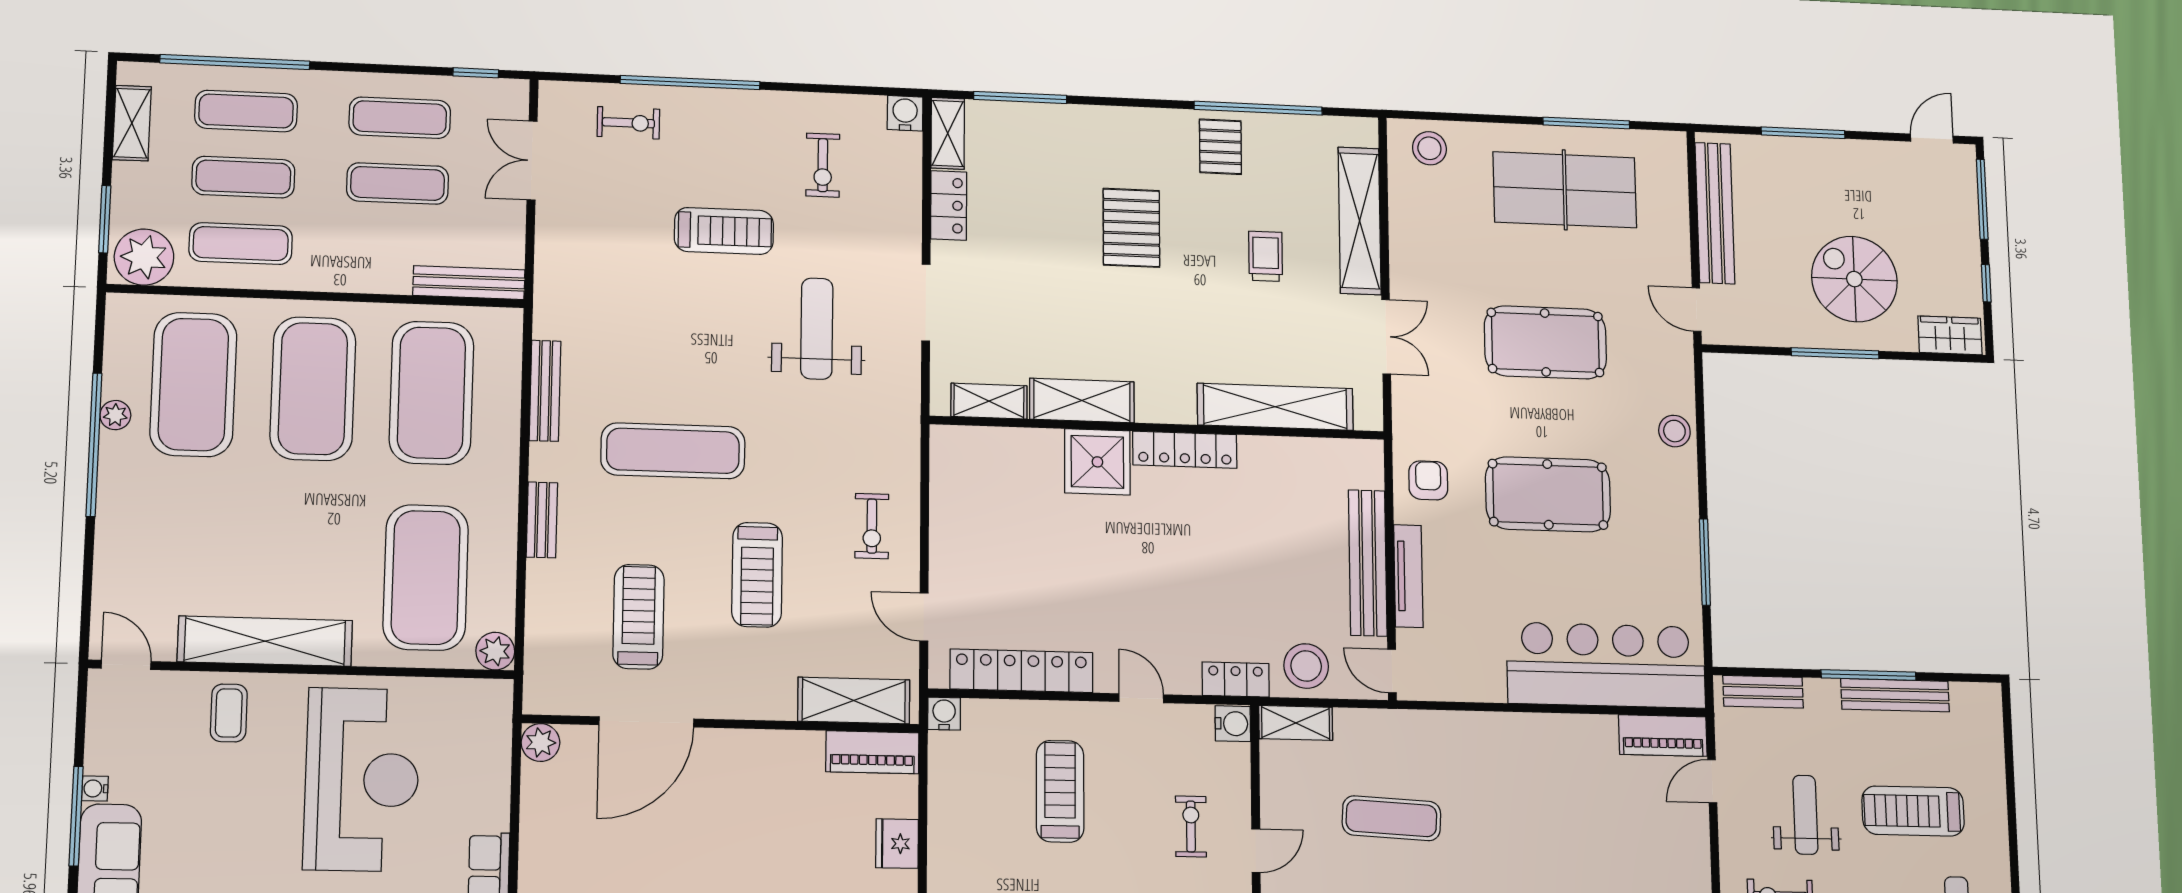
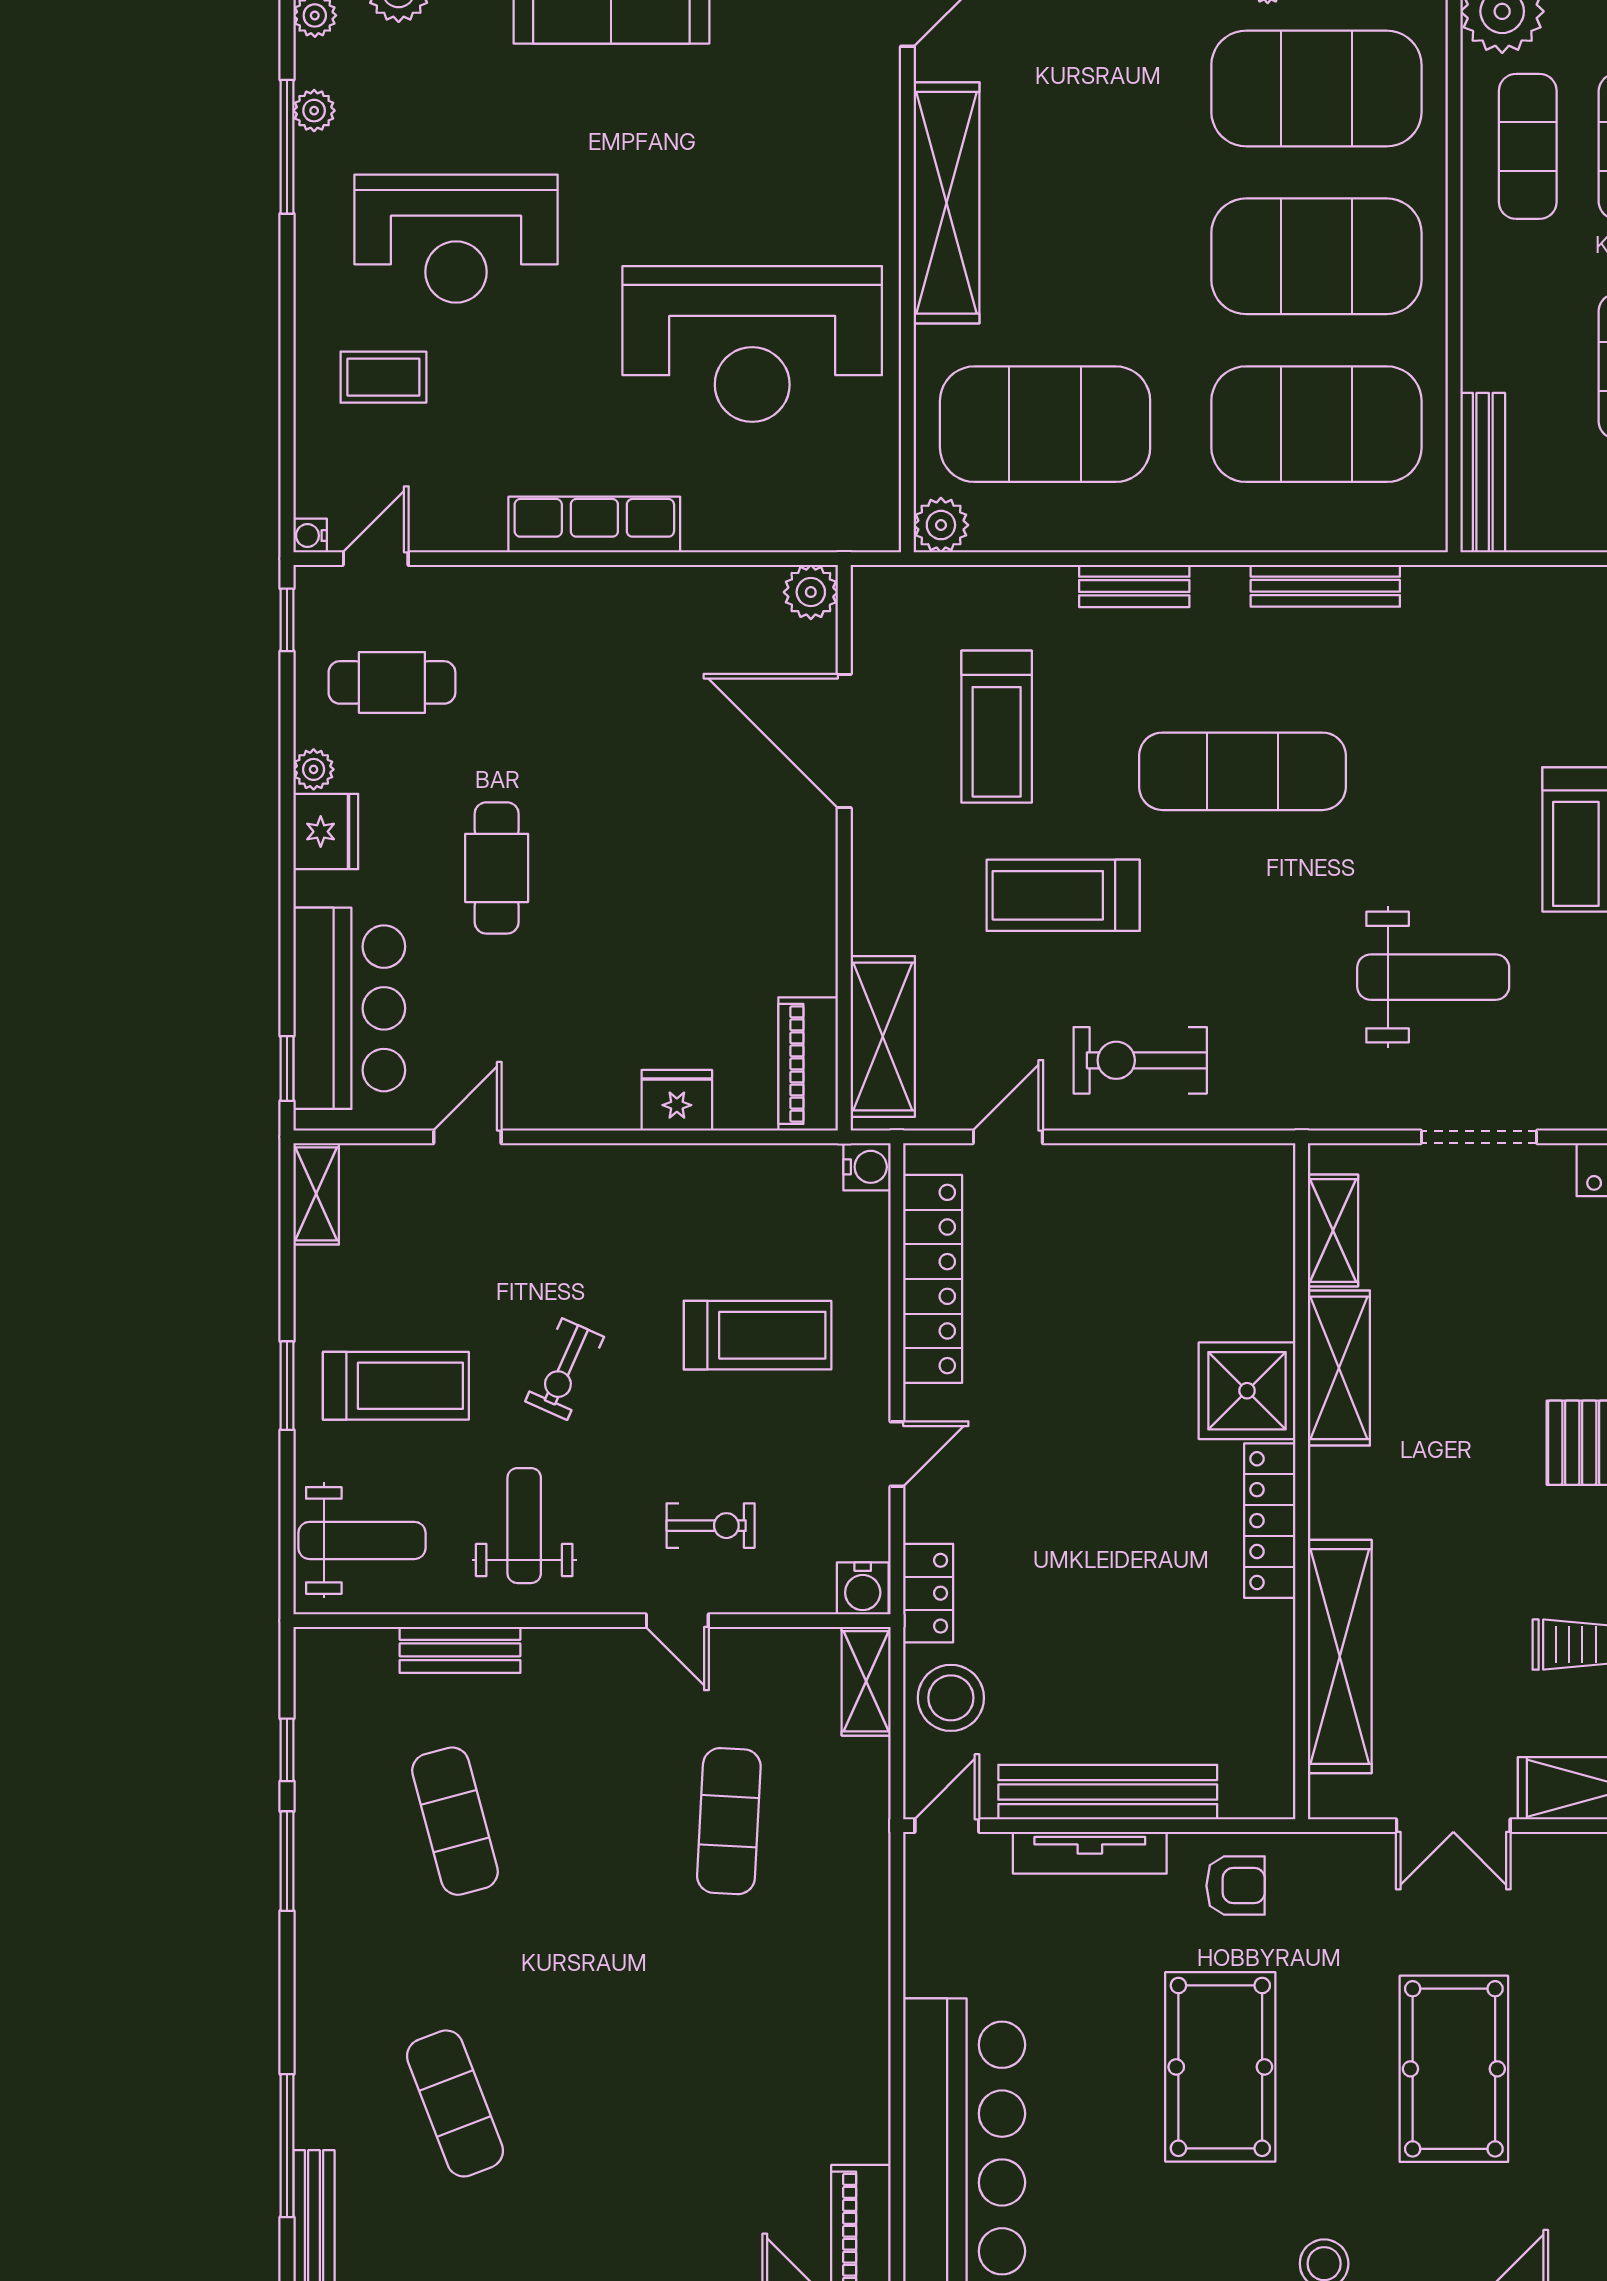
exercise mat: (673, 451) -> (1242, 771), turned 90
exercise bike: (872, 526) -> (1140, 1060), width x1.38, depth x1.39
treadmill: (639, 617) -> (997, 727), turned 90
coffee table: (229, 713) -> (842, 157), removed

